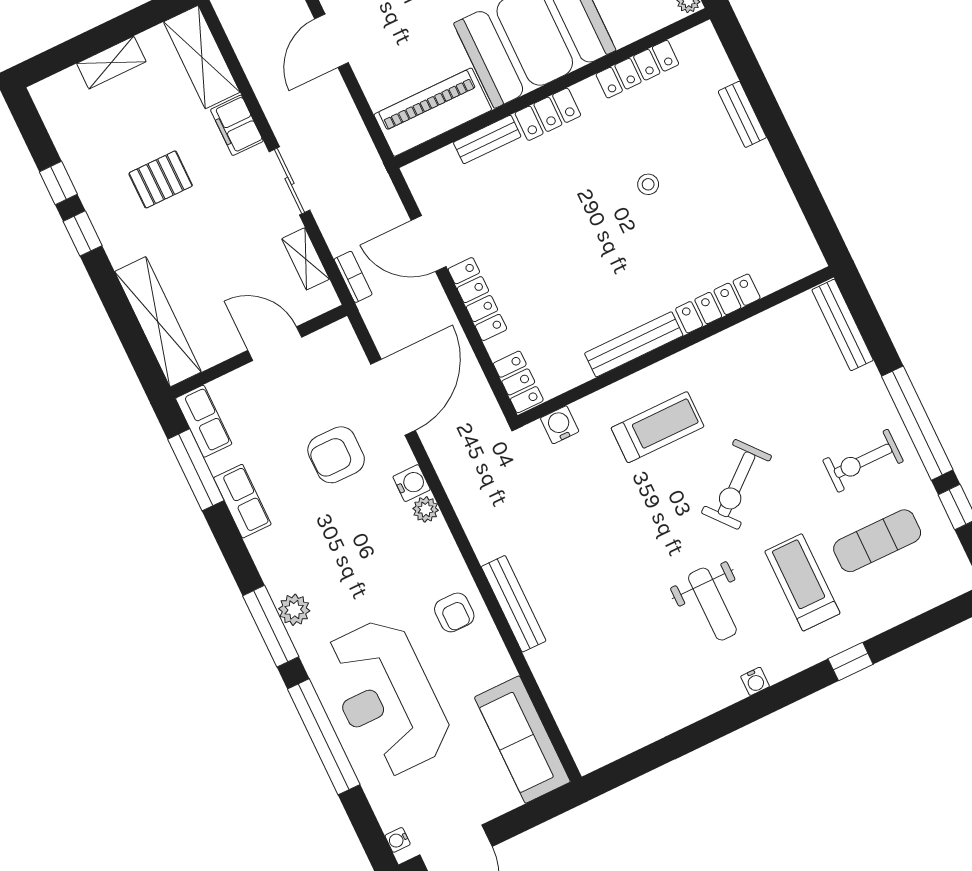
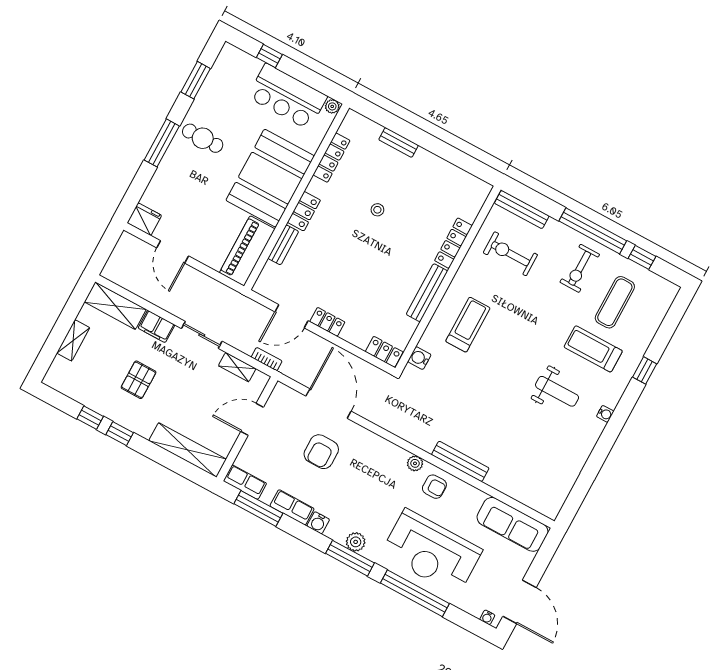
locker: (477, 299) -> (327, 322), width x0.66
water cooler: (412, 483) -> (318, 523), moved, turned 180
exercise bike: (737, 484) -> (510, 254), moved, turned 130
plant: (426, 509) -> (415, 463), moved

